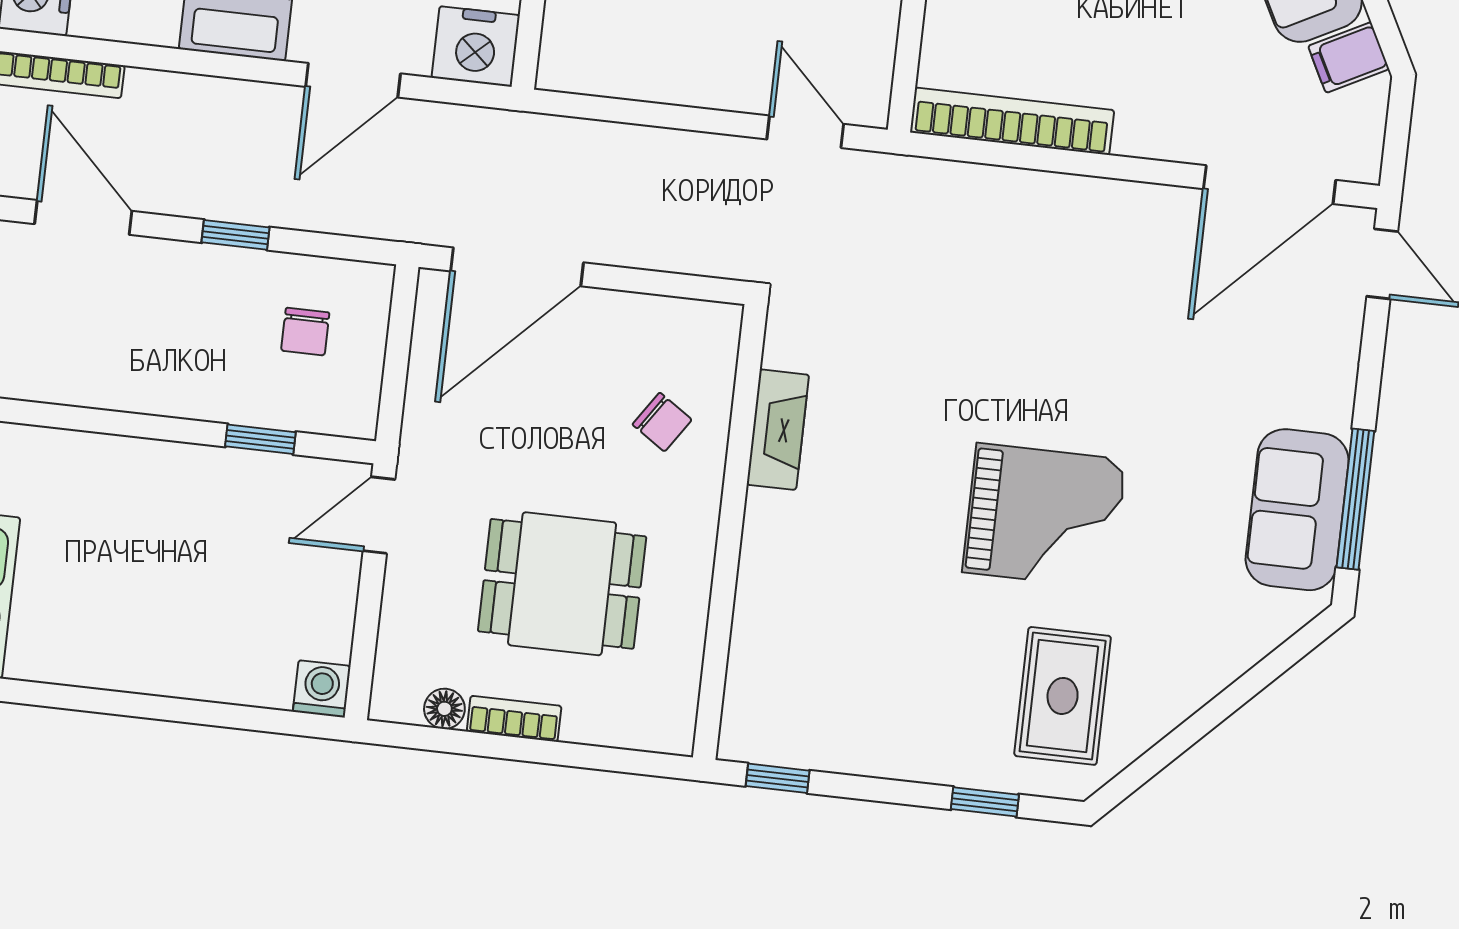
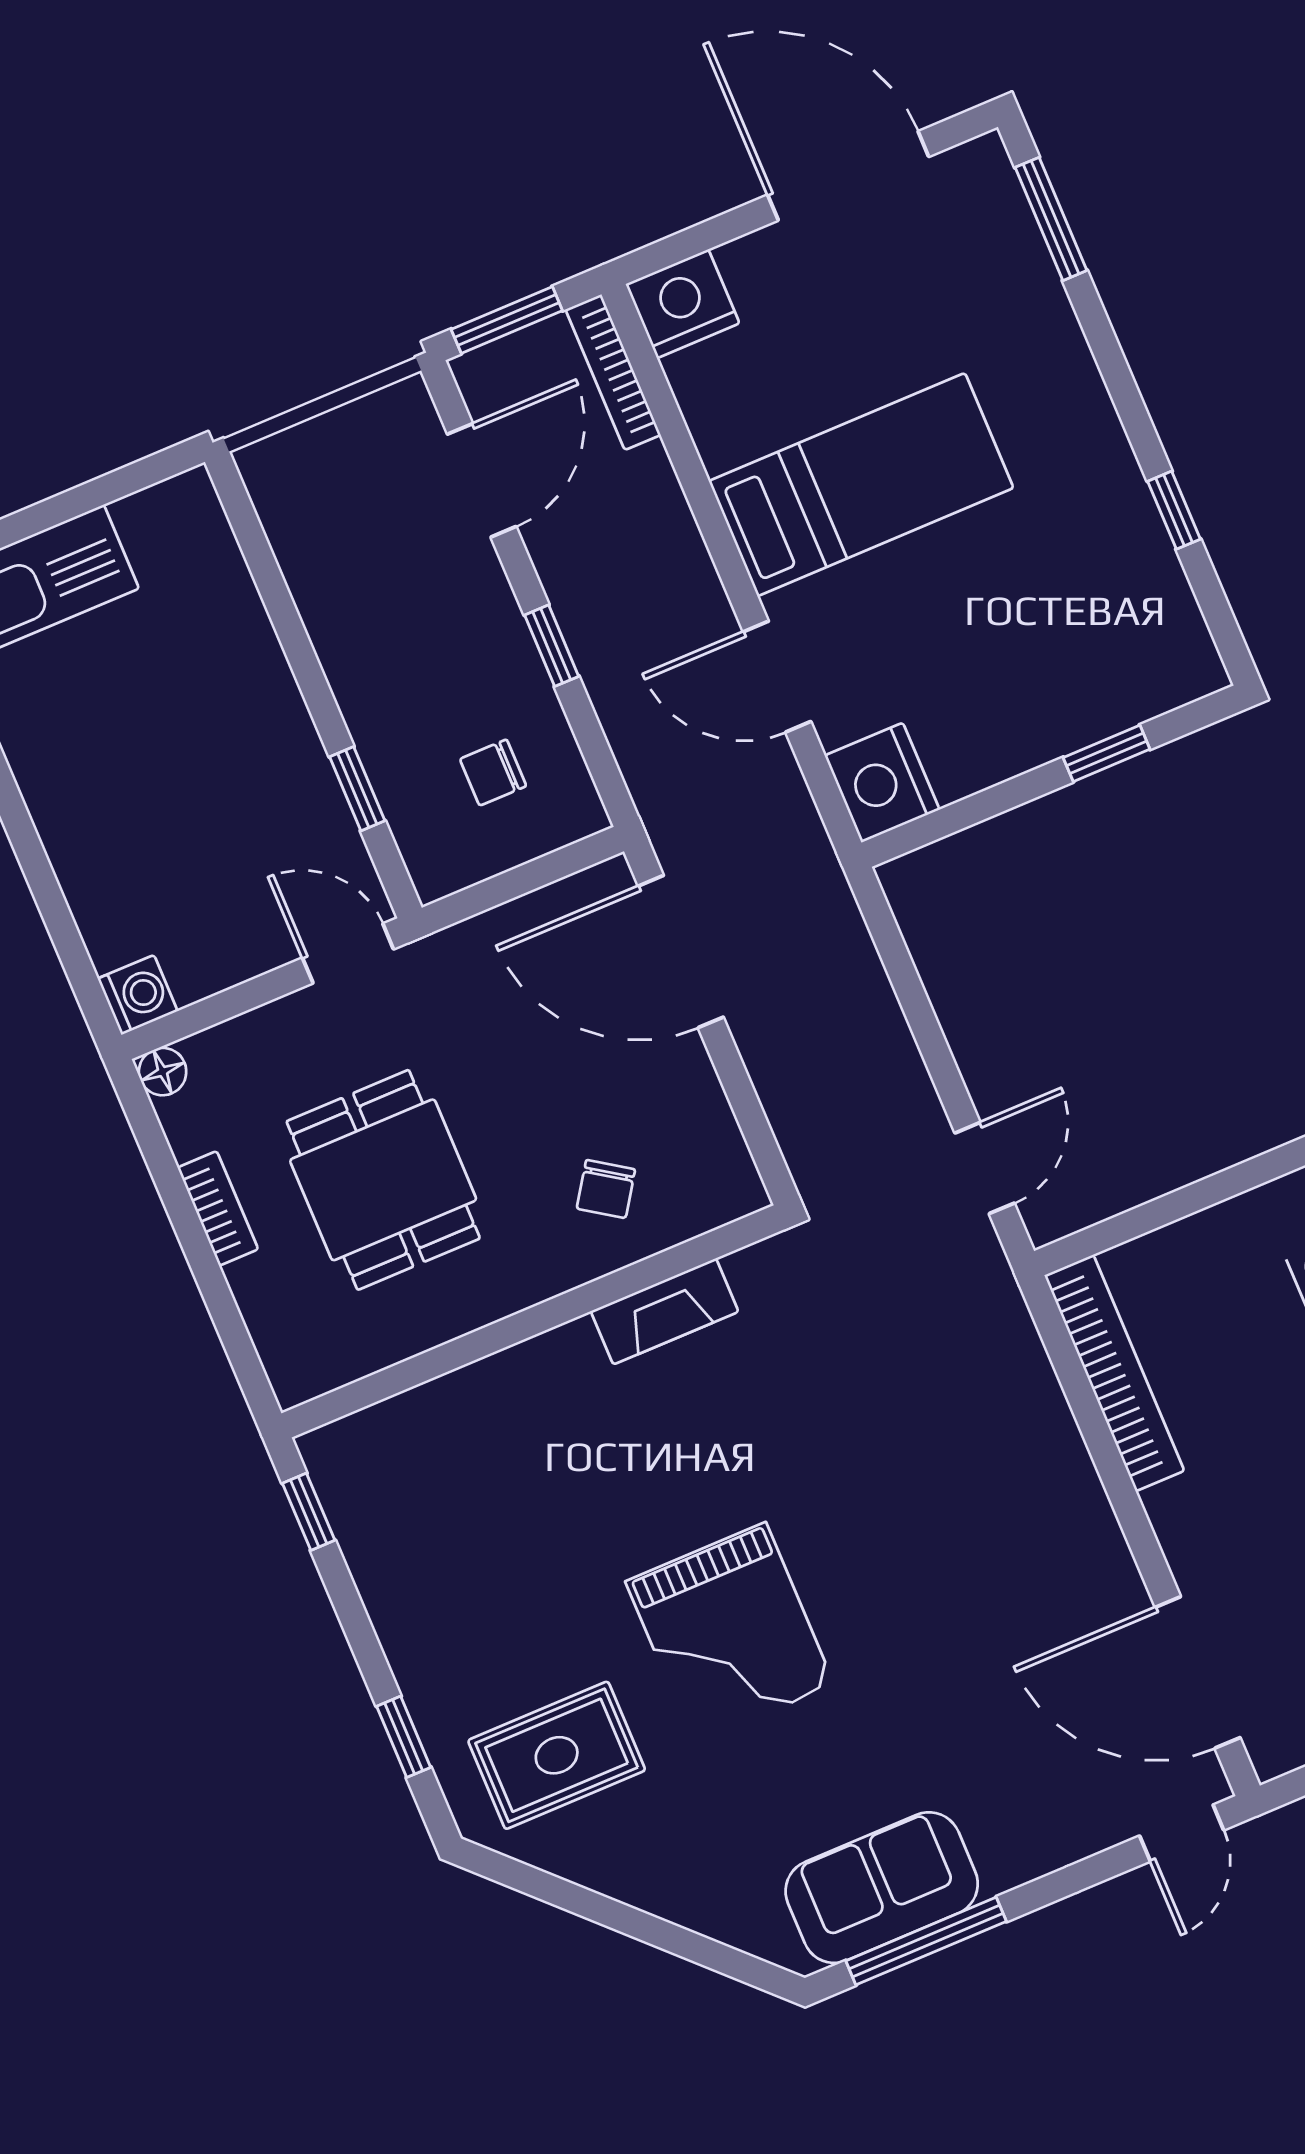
floor lamp: (444, 709) -> (163, 1072), moved

